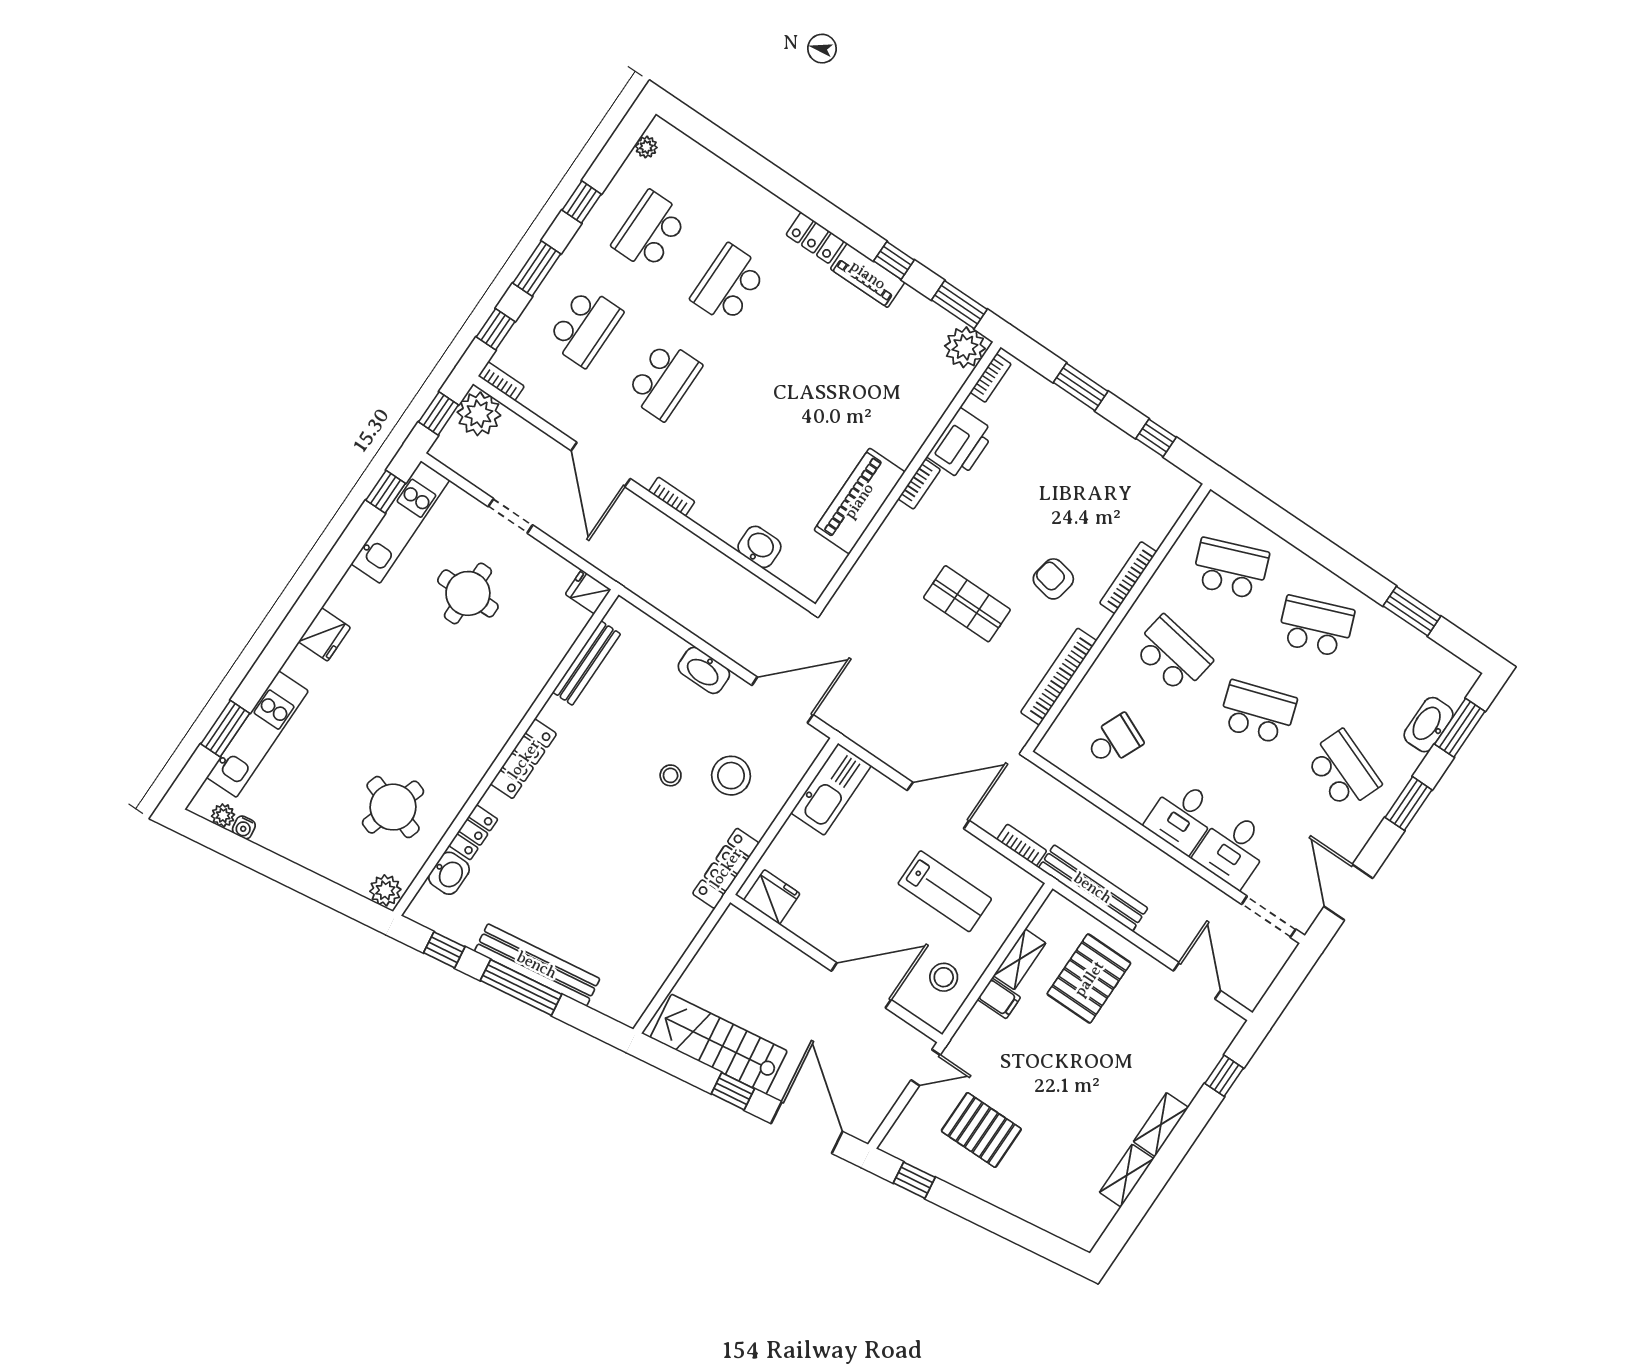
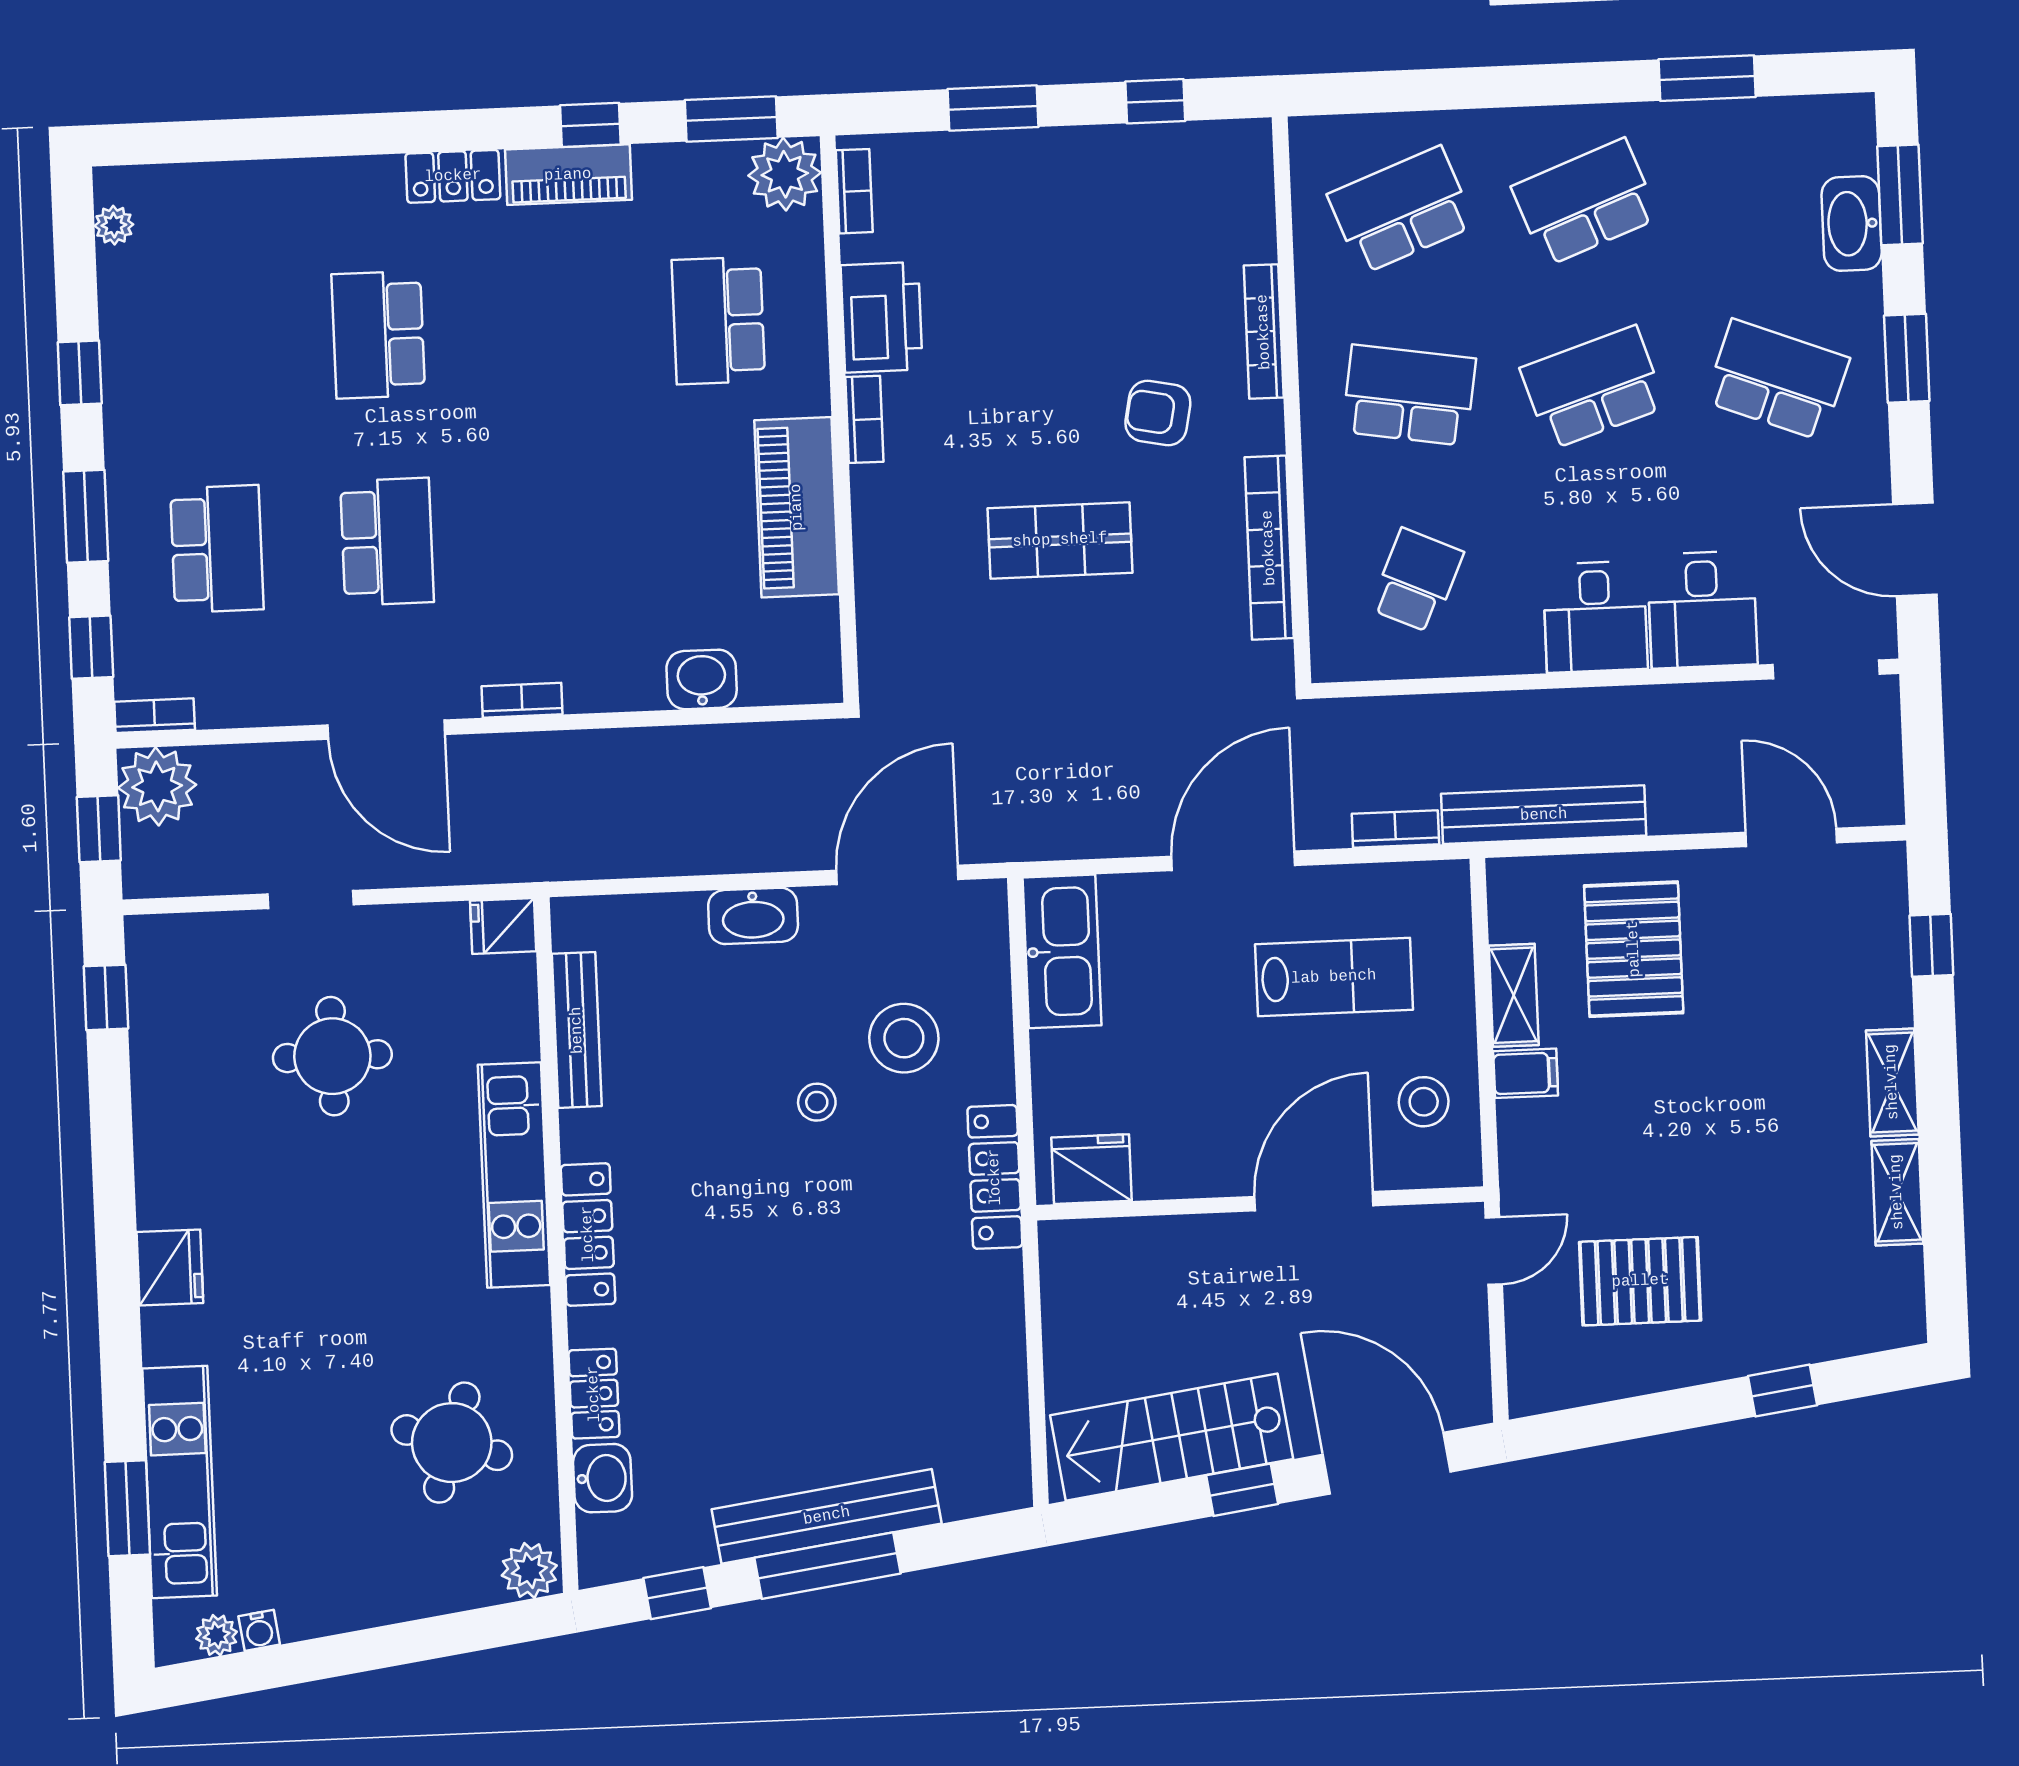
school desk: (650, 231) -> (718, 320), moved
kitchen unit: (400, 522) -> (514, 1175), moved, turned 180
window: (914, 1180) -> (1783, 1391), moved

